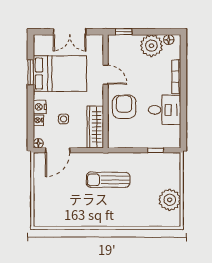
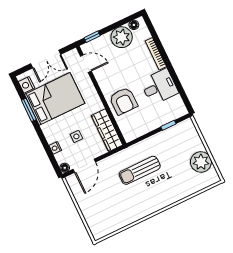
door: (106, 75) -> (86, 64), moved
nightstand: (40, 107) -> (26, 85), moved
armchair: (124, 107) -> (123, 101), turned 180

